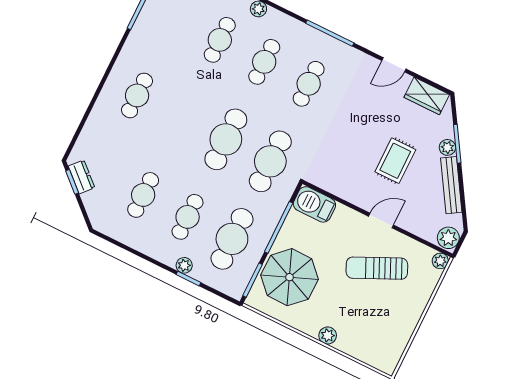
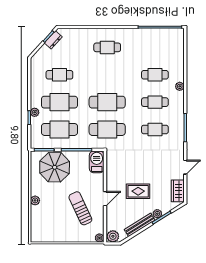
door: (394, 65) -> (185, 167), swing flipped
cafe table: (188, 217) -> (59, 102), width x1.37, depth x1.35
door: (381, 221) -> (105, 199), hinge flipped

